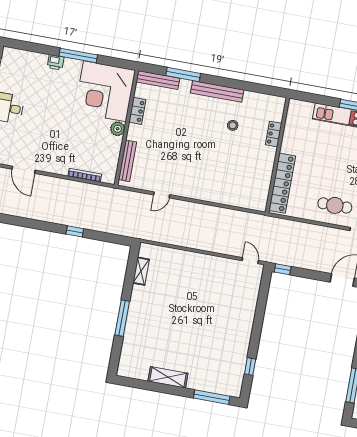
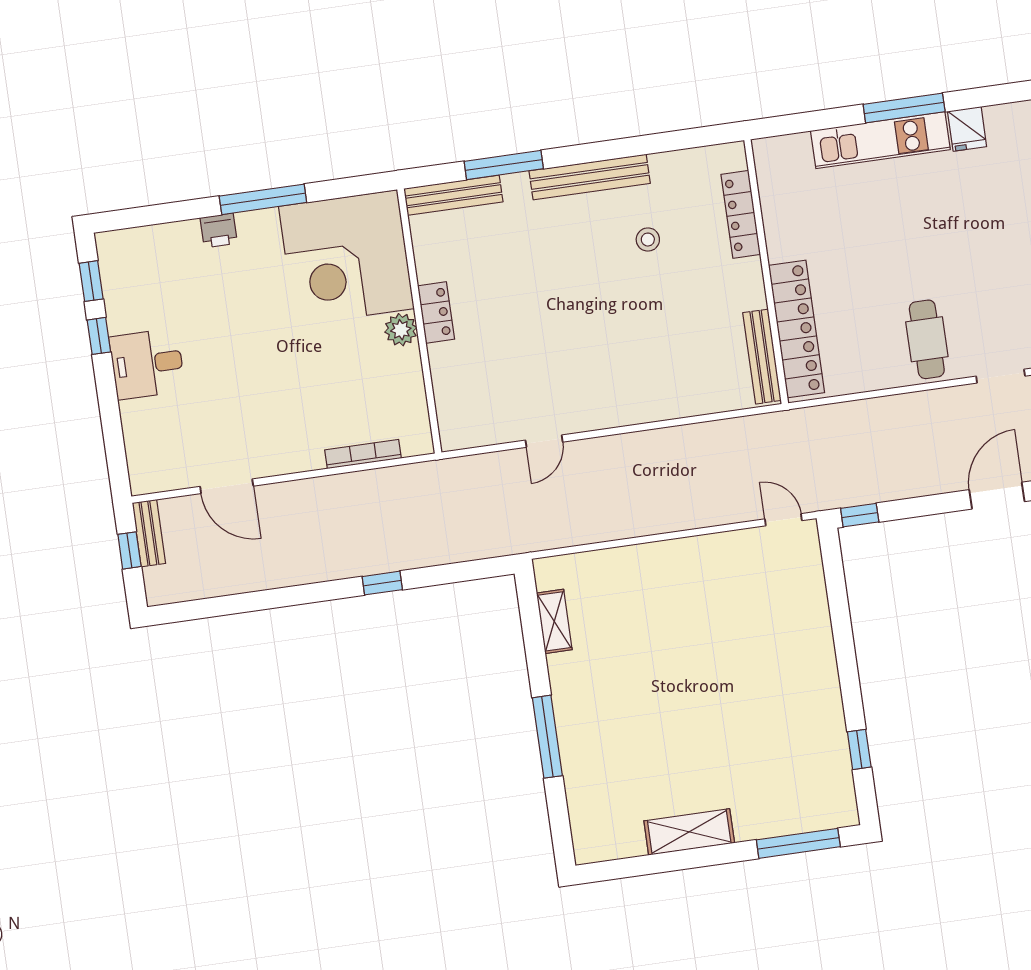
locker: (137, 111) -> (436, 313), moved
locker: (274, 134) -> (741, 214), width x1.53
bench: (128, 161) -> (762, 357), moved
cafe table: (335, 205) -> (927, 339), turned 90

